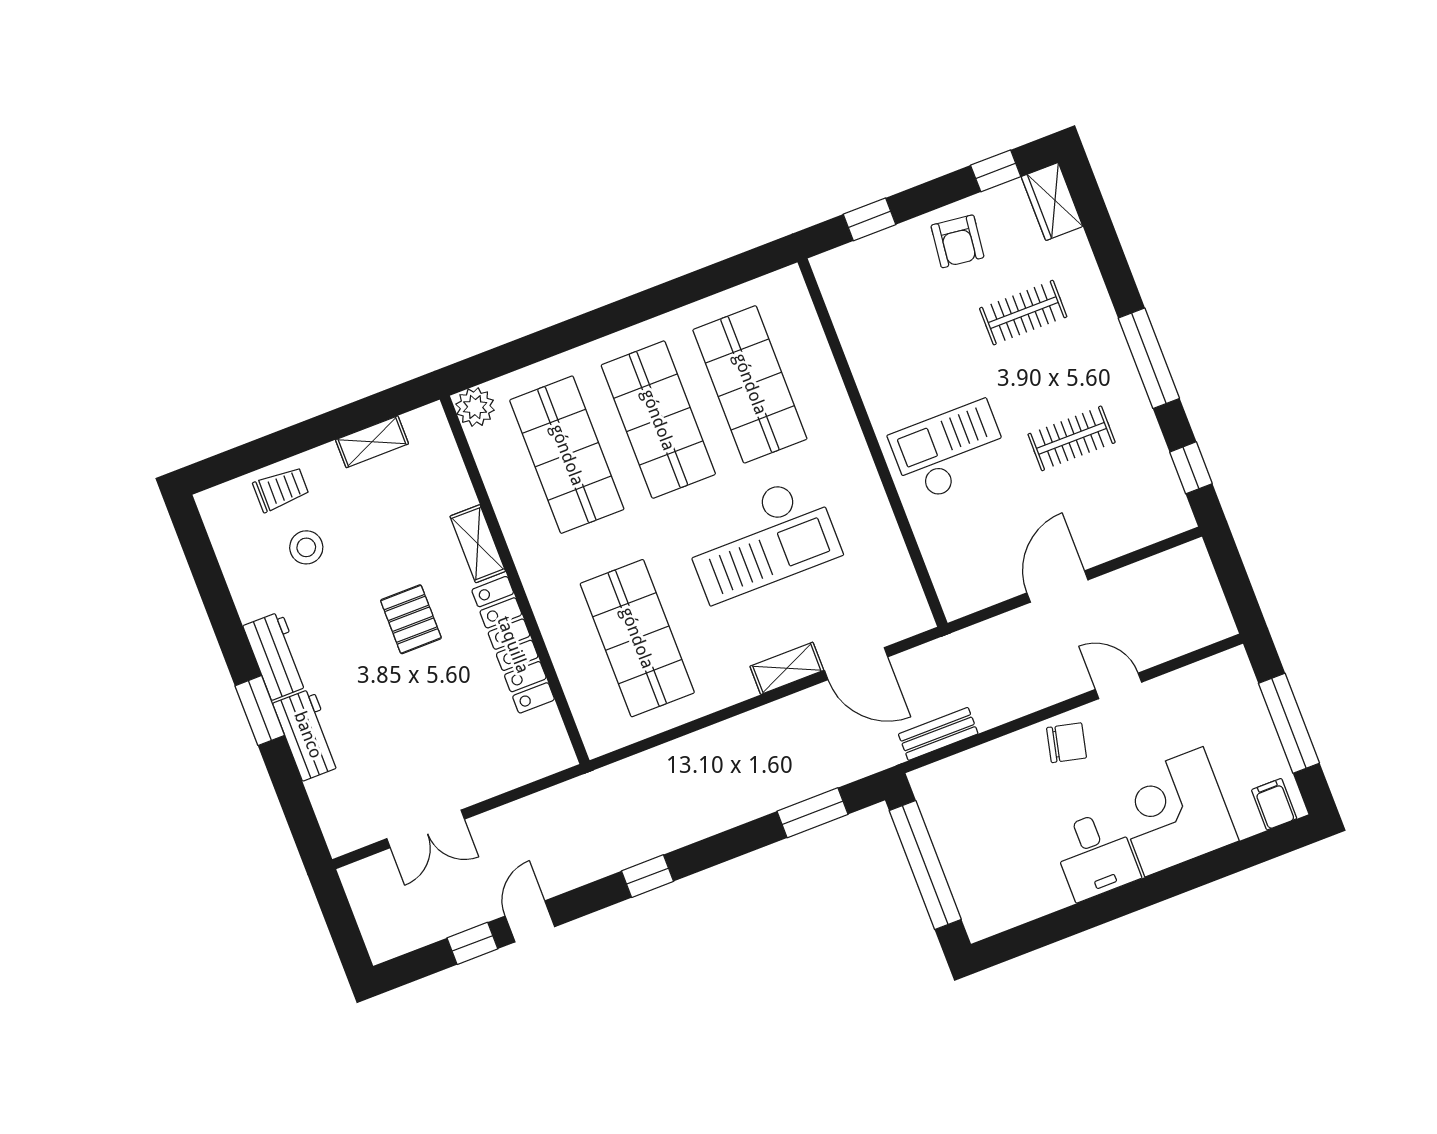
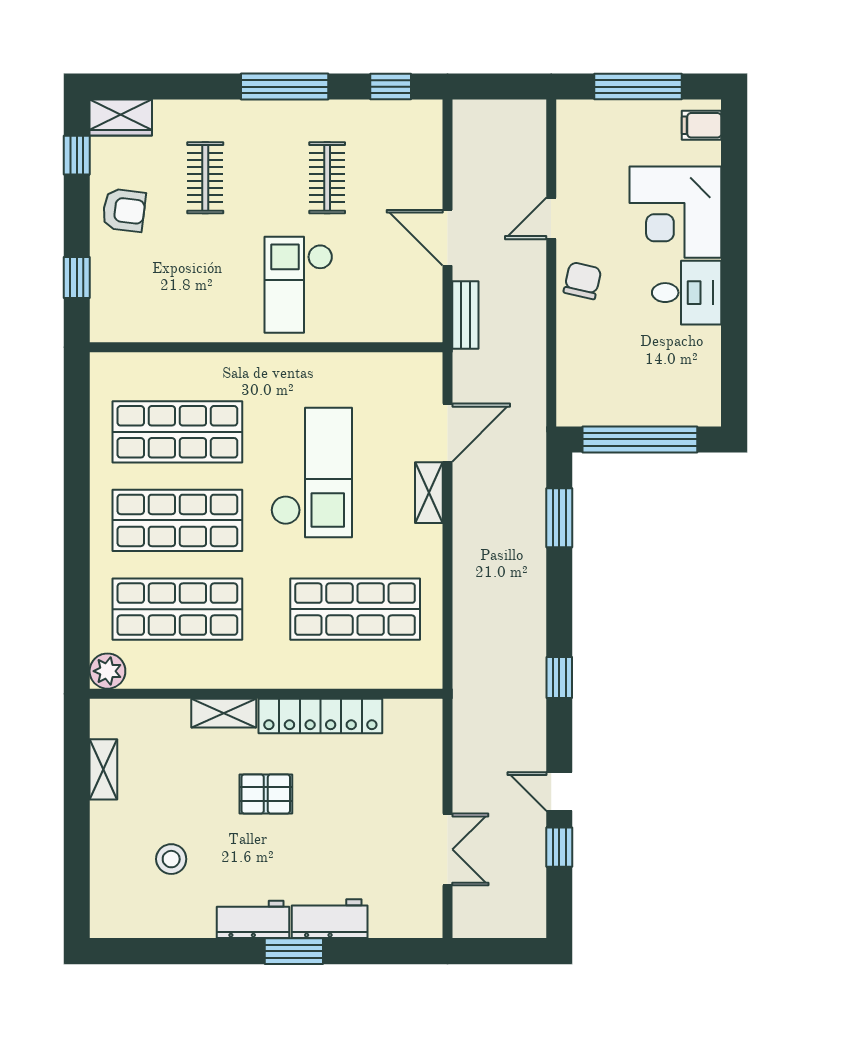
trolley: (281, 489) -> (114, 862), removed
bench: (938, 734) -> (465, 315), moved

